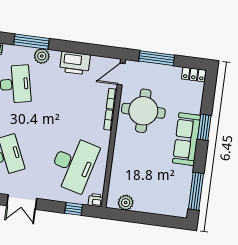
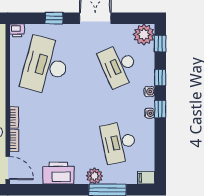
door: (121, 74) -> (8, 168), hinge flipped
window: (74, 209) -> (54, 18), moved

